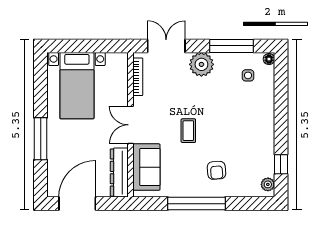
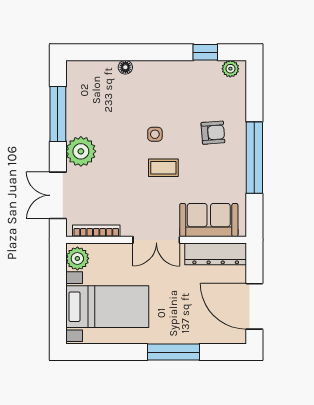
floor lamp: (269, 59) -> (125, 67), moved
plant: (116, 62) -> (77, 258), added
side table: (248, 75) -> (155, 134), moved

